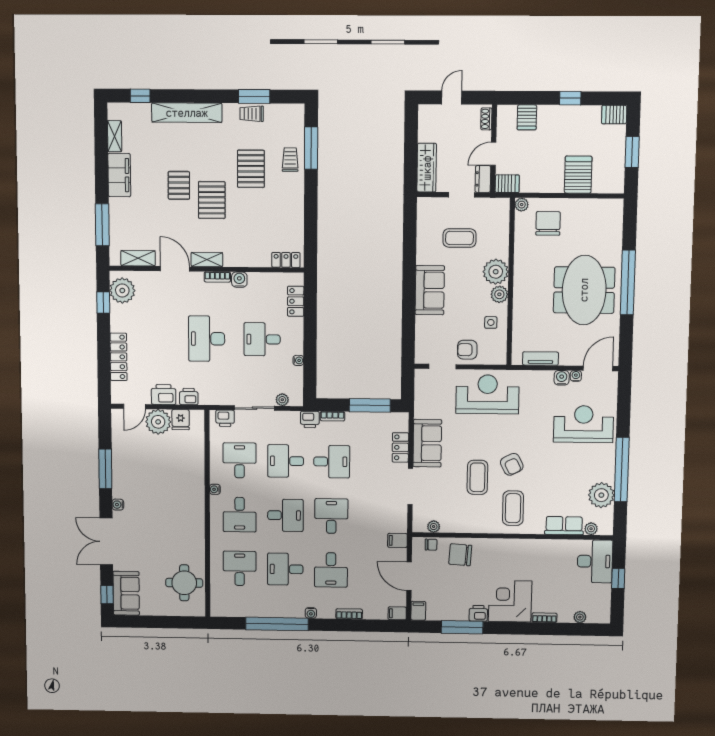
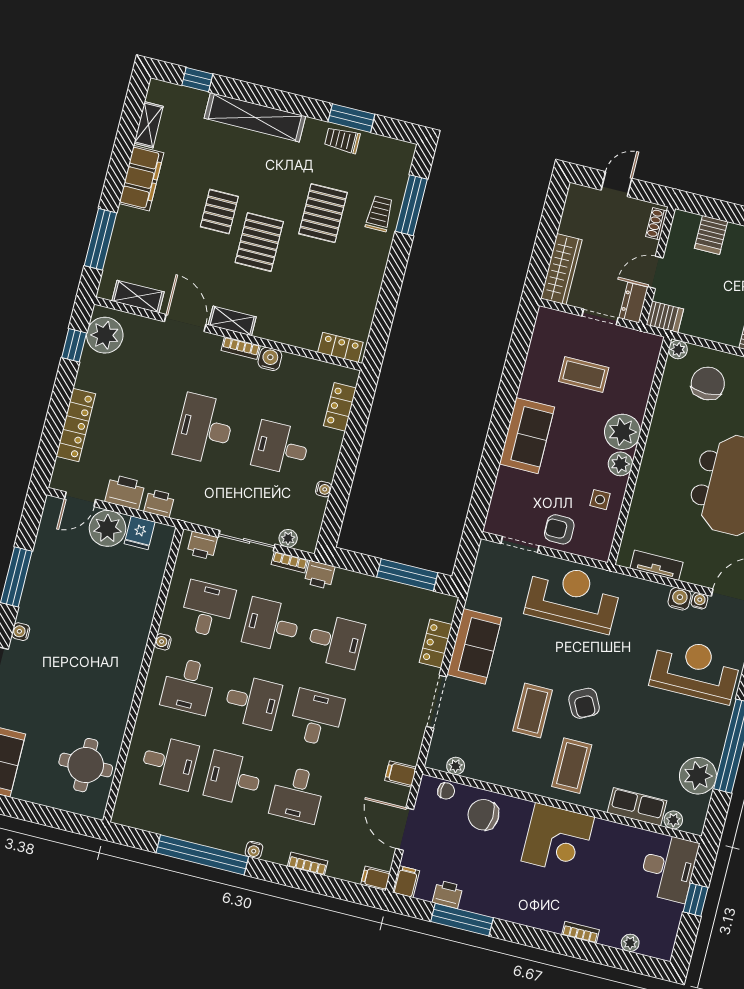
bookcase: (332, 416) -> (290, 562), moved
desk: (240, 568) -> (169, 763), turned 90
corner desk: (510, 601) -> (558, 839), moved, turned 180
printer: (478, 613) -> (448, 894), moved

